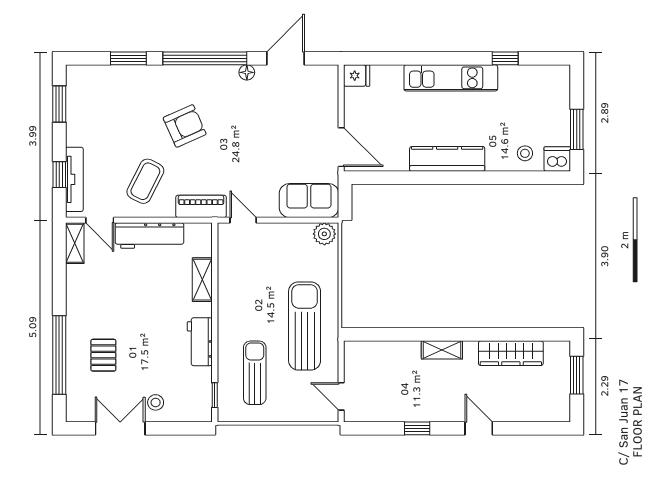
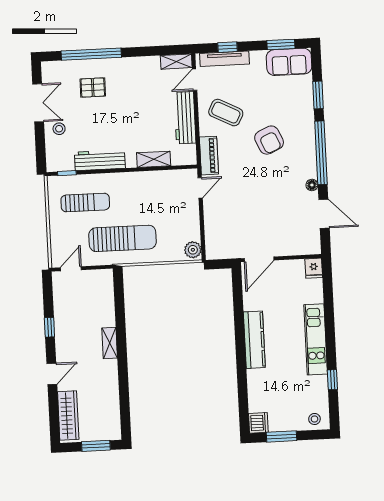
stool: (525, 153) -> (314, 419), moved
sofa: (309, 201) -> (289, 62), moved, turned 90
workbench: (200, 342) -> (100, 160), width x1.38
wardrobe: (511, 353) -> (68, 416), moved, turned 180

